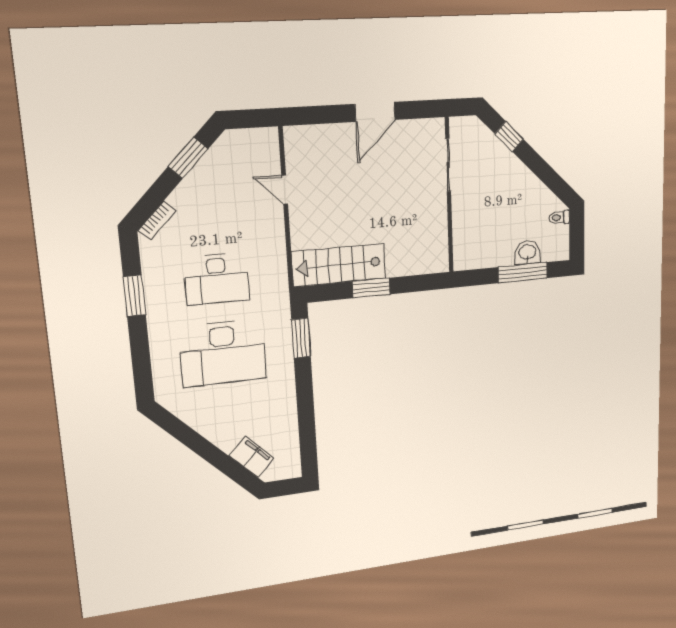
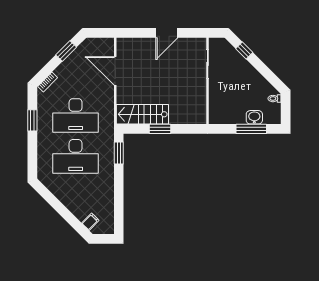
door: (285, 189) -> (115, 71), width x1.88
desk: (217, 279) -> (76, 115), width x1.36, depth x1.30
filing cabinet: (252, 457) -> (90, 222), width x0.50

